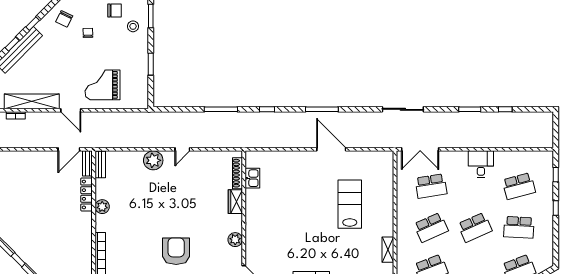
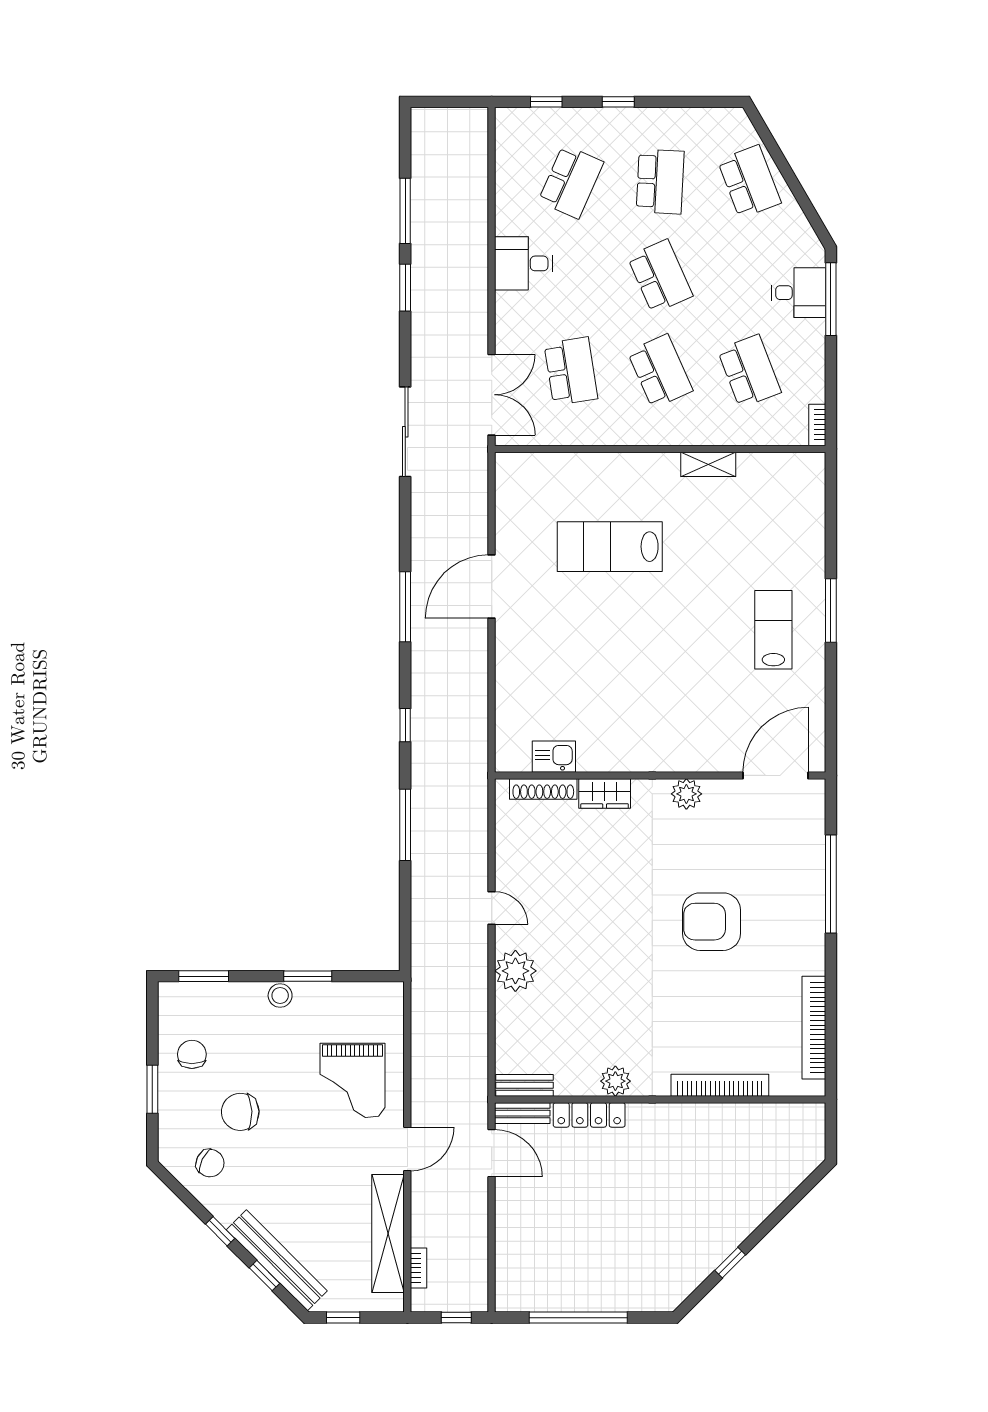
stool: (133, 26) -> (280, 996), moved
chair: (88, 33) -> (240, 1112), width x1.87, depth x1.87
window: (505, 109) -> (405, 211), width x2.17
school desk: (519, 186) -> (571, 182), turned 39

